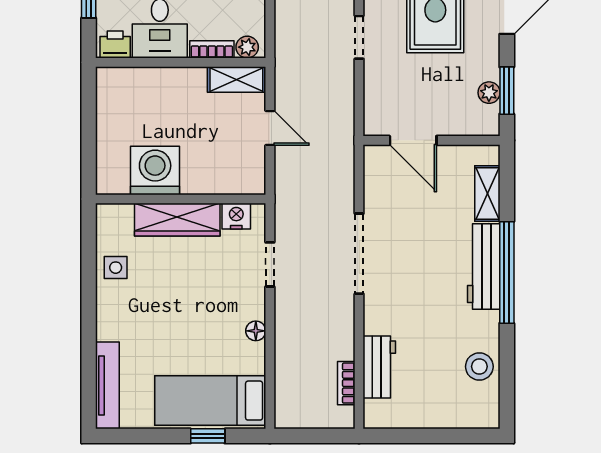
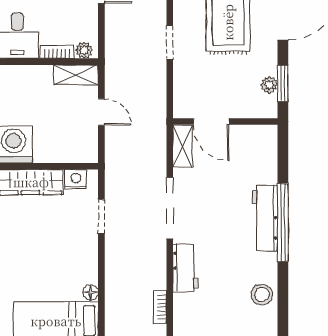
shelving: (487, 193) -> (183, 146), moved
floor lamp: (256, 331) -> (91, 292), moved
workbench: (379, 367) -> (185, 268), moved

